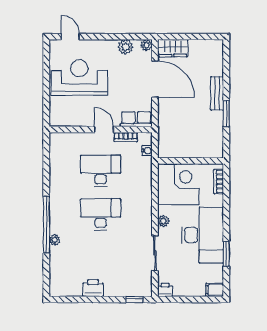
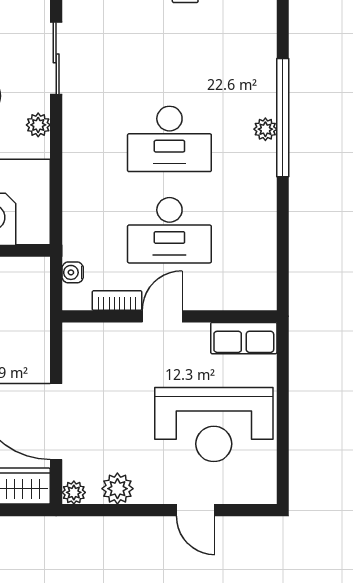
door: (70, 37) -> (196, 510), moved
row of seats: (136, 119) -> (244, 338), moved
door: (104, 129) -> (162, 316), swing flipped
plant: (55, 240) -> (265, 129), moved

